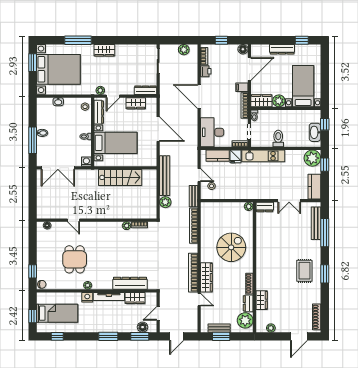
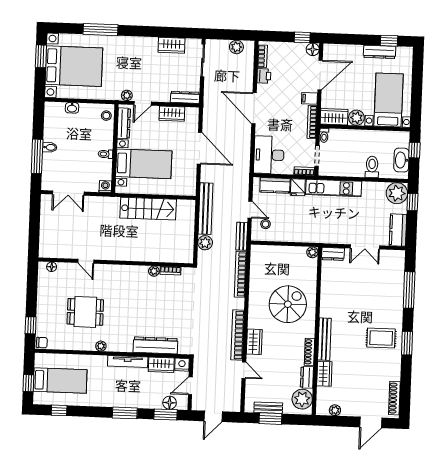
window: (221, 40) -> (302, 37), moved
dresser: (282, 49) -> (380, 52), moved
wardrobe: (104, 50) -> (172, 45), moved
toilet: (278, 138) -> (372, 167), moved
double door: (58, 168) -> (68, 193), width x0.73
bench: (316, 223) -> (324, 339), moved
dining table: (75, 259) -> (85, 312), turned 90
rug: (304, 271) -> (381, 338), turned 90
wardrobe: (206, 277) -> (254, 342), width x0.67
nightstand: (87, 297) -> (182, 365), moved

